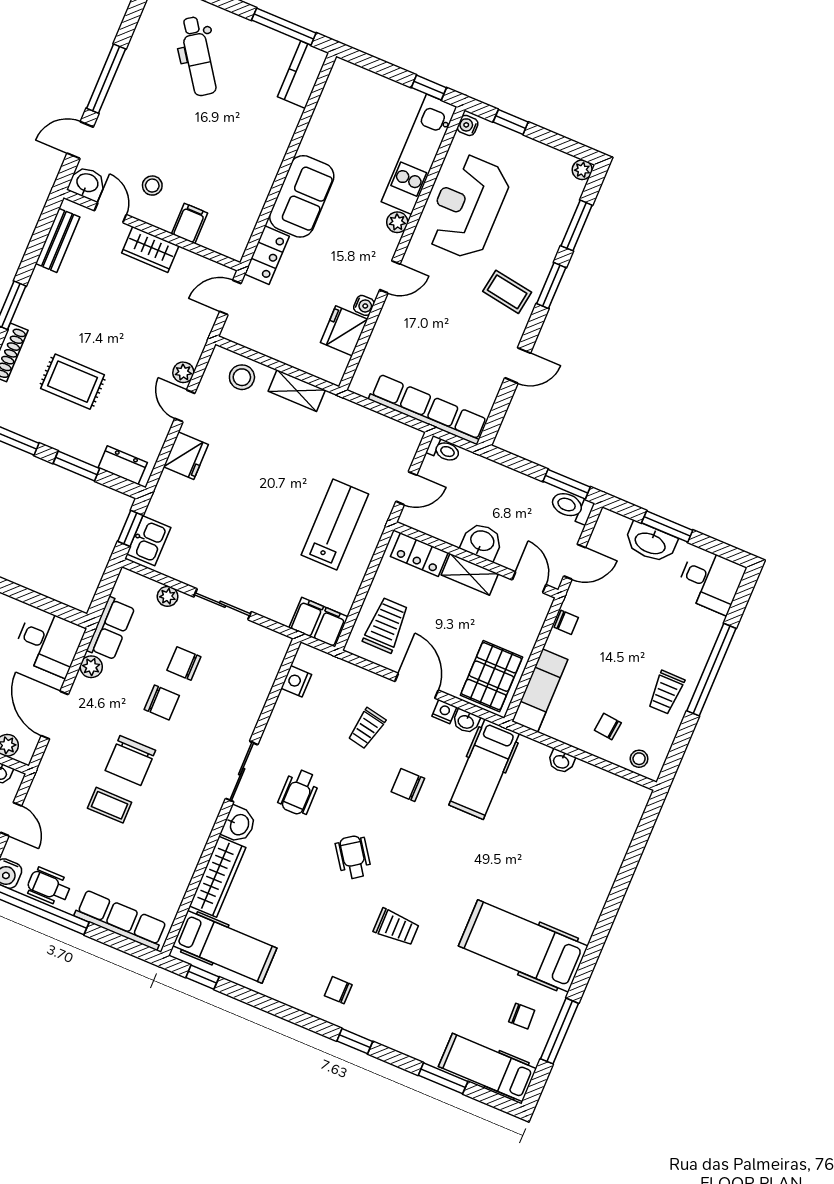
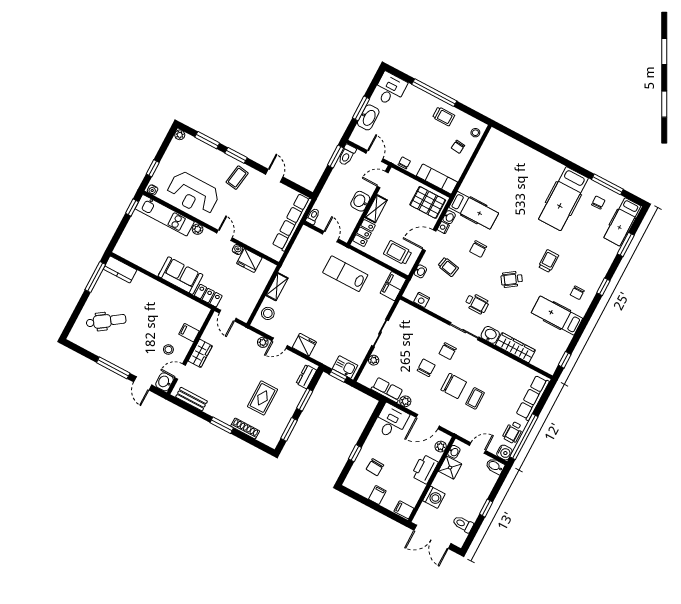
chair: (184, 663) -> (448, 351), moved
washbasin: (561, 761) -> (420, 271), moved
hospital bed: (225, 947) -> (557, 316), moved, turned -90

